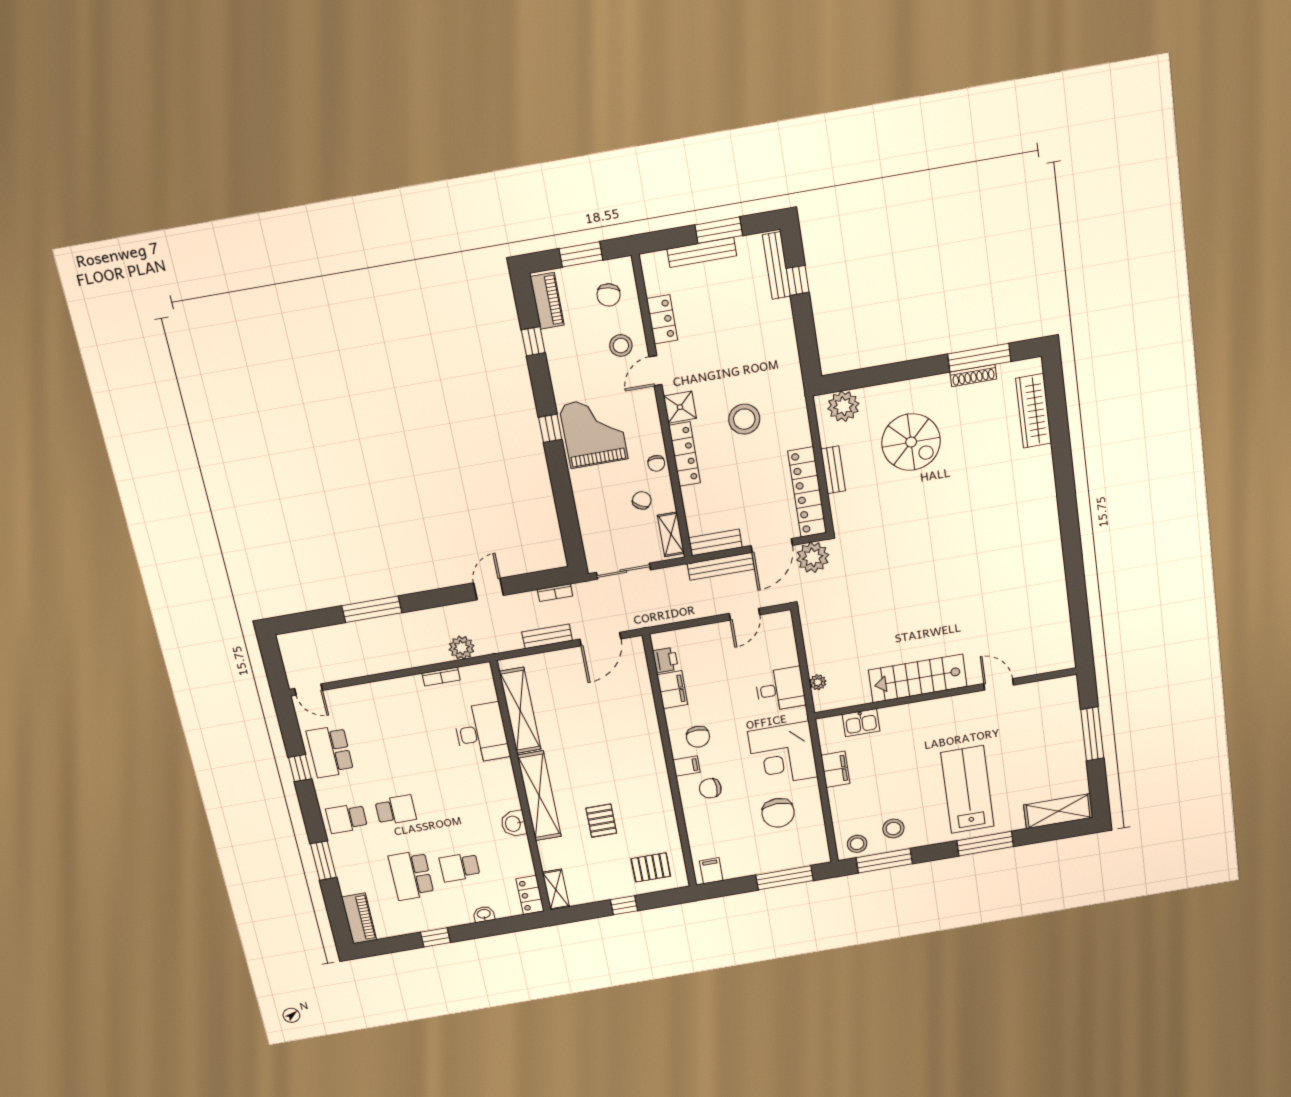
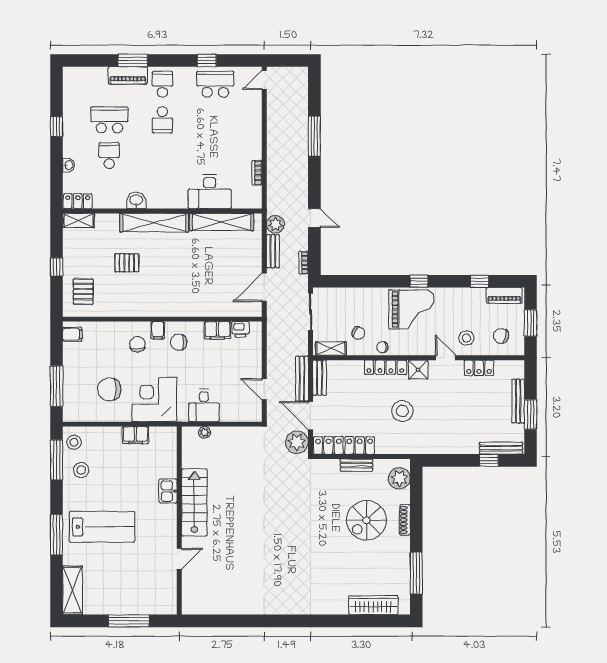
shoe rack: (973, 375) -> (405, 520), moved
door: (600, 639) -> (264, 287), hinge flipped
plant: (462, 648) -> (275, 224), moved
kitchen sink: (861, 723) -> (168, 491), moved
piano: (359, 918) -> (128, 75), moved

